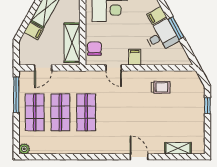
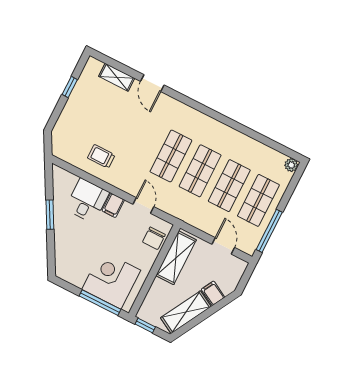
filing cabinet: (157, 16) -> (64, 240), removed
desk: (161, 36) -> (87, 201), moved, turned 119
door: (43, 68) -> (223, 246), hinge flipped
window: (207, 106) -> (70, 87), moved
shop shelf: (112, 112) -> (171, 156), added
door: (139, 157) -> (152, 83), moved

